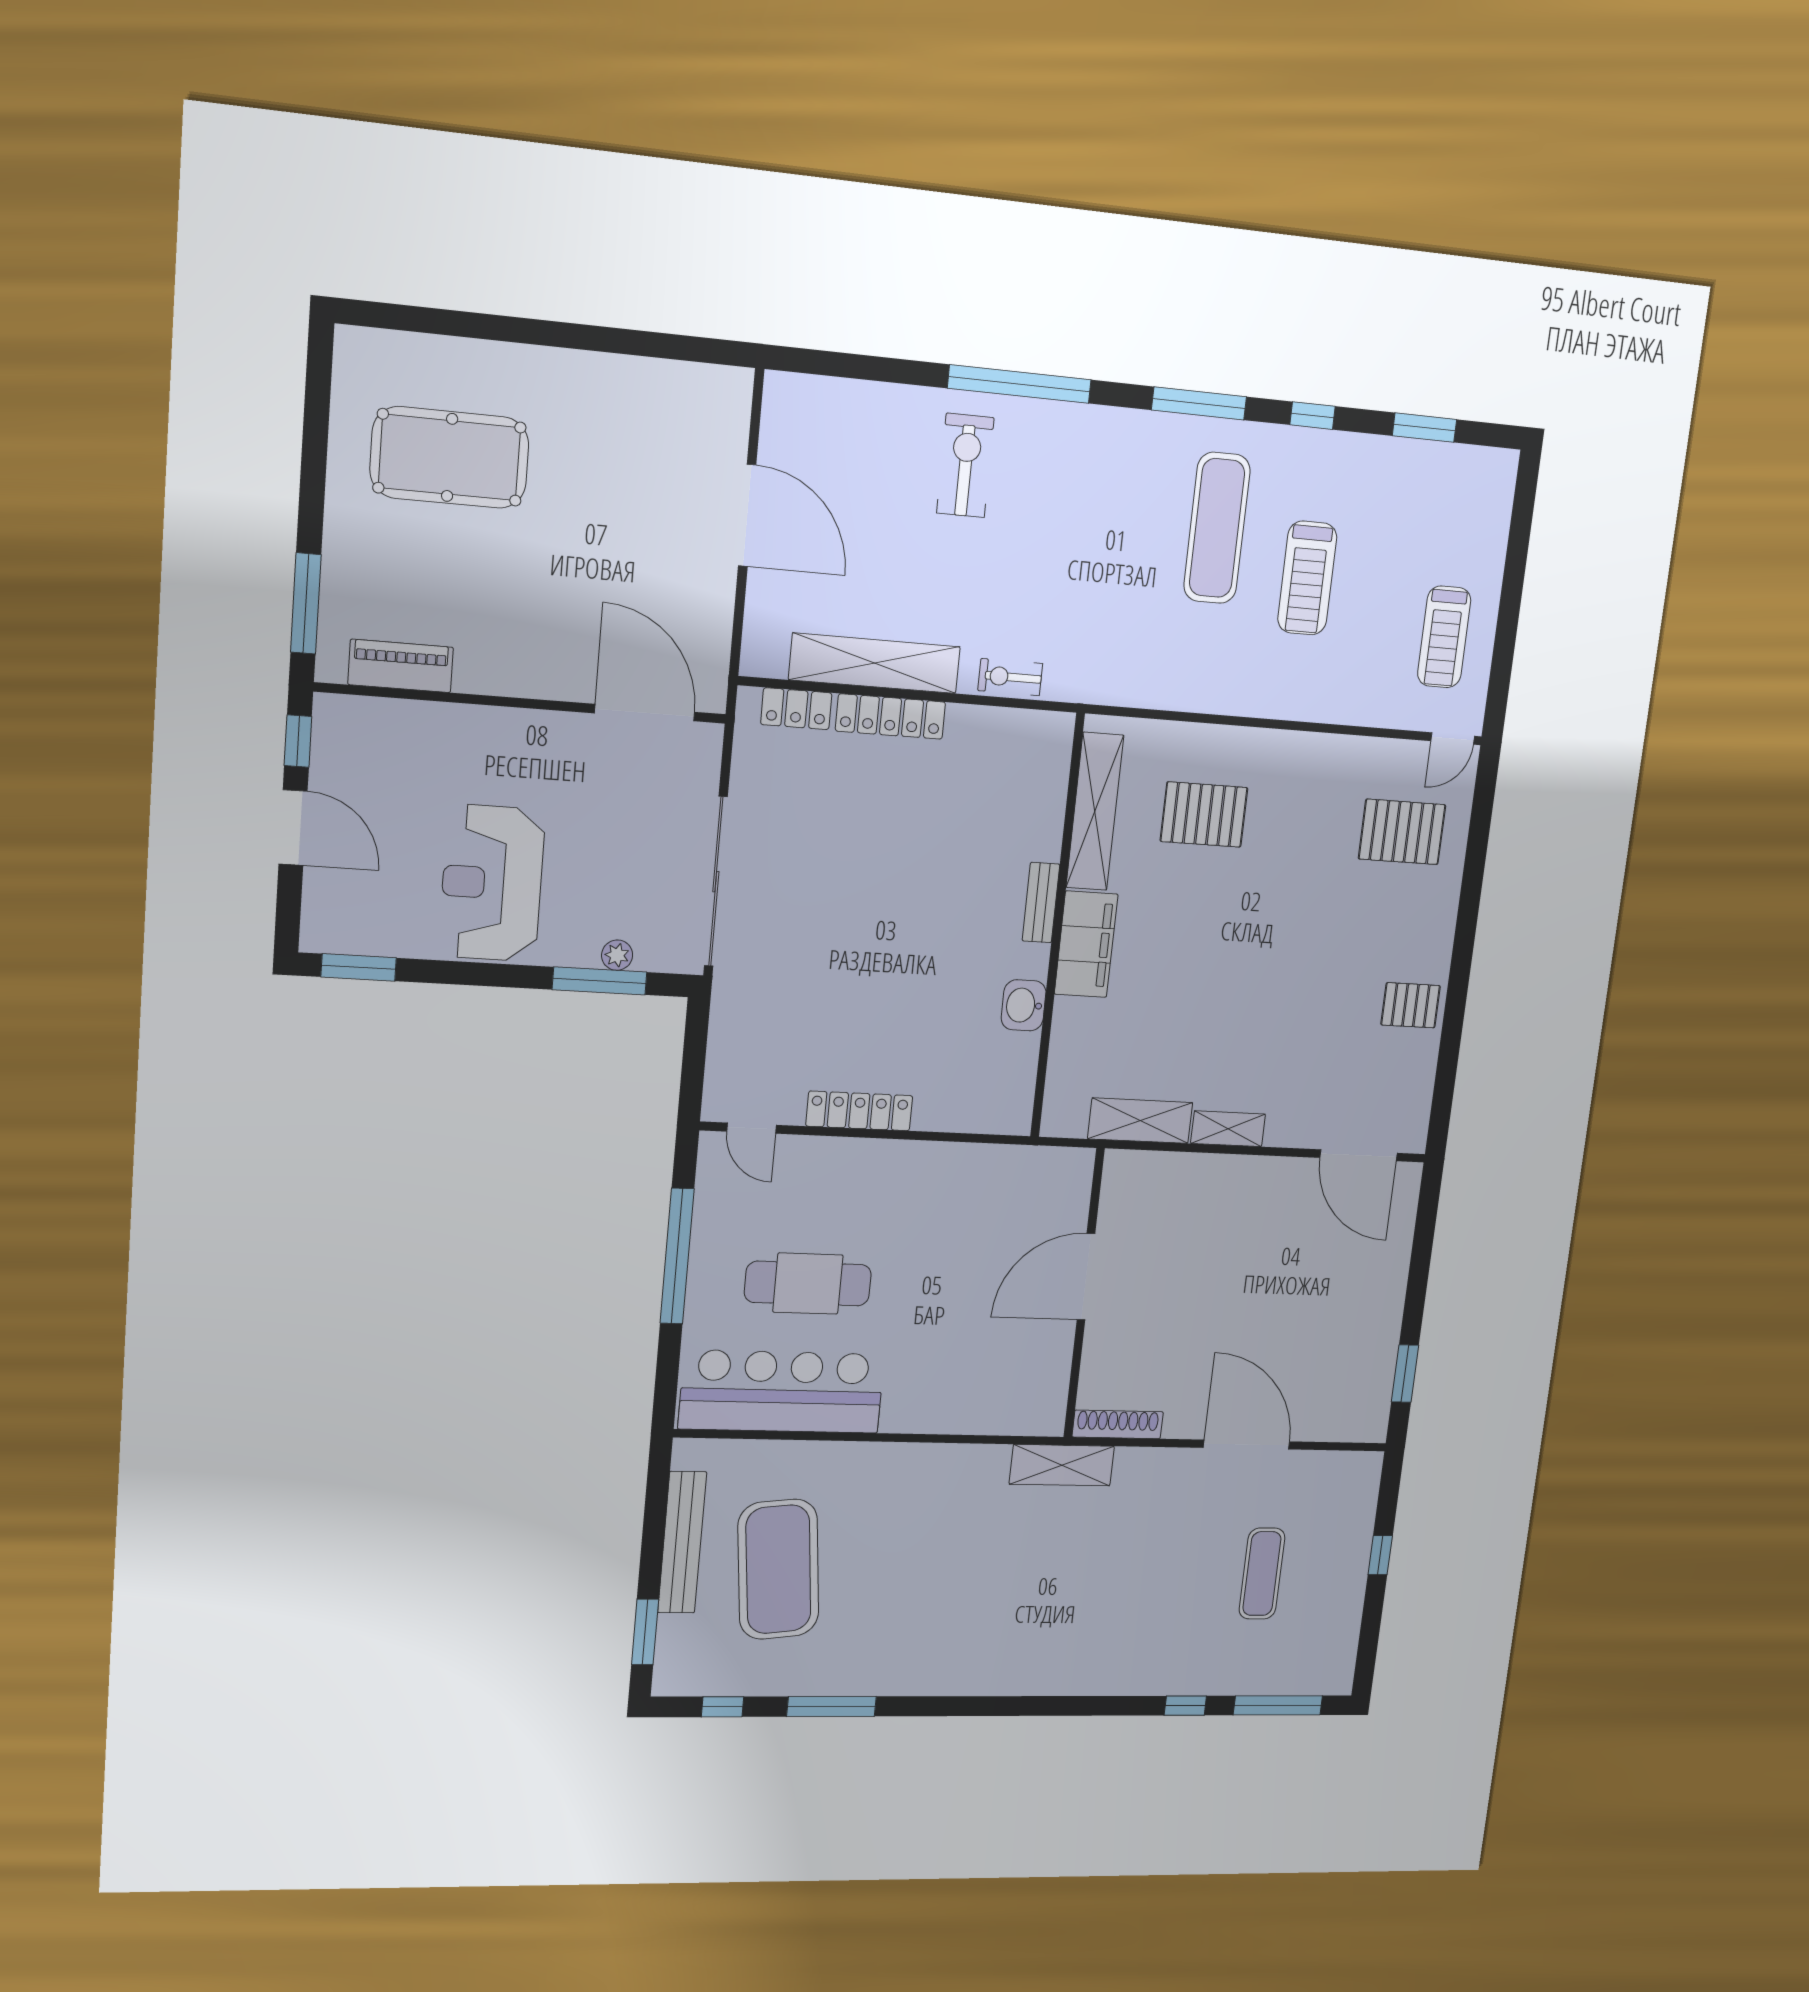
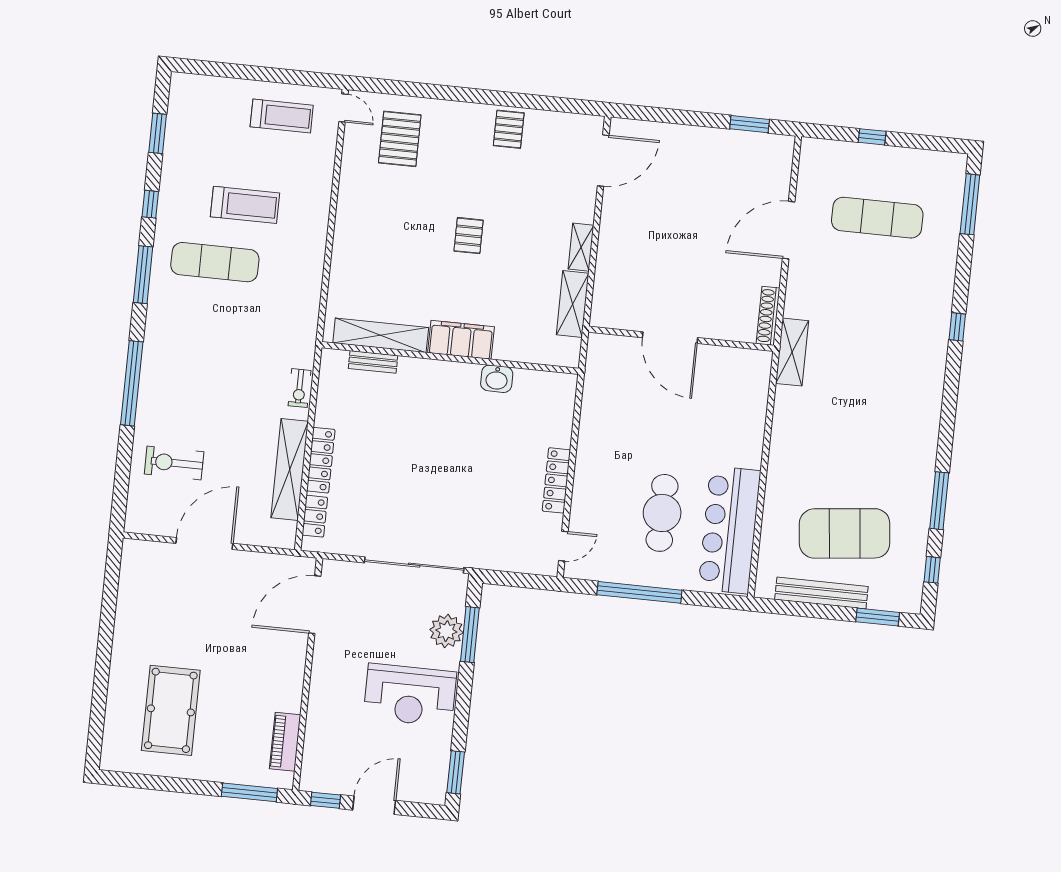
exercise bike: (965, 465) -> (174, 463), moved
pallet: (1204, 815) -> (469, 236), moved, width x0.67, depth x0.71
bench: (1041, 903) -> (373, 362), moved
plant: (617, 955) -> (446, 631), width x1.88, depth x1.88
exercise mat: (1262, 1574) -> (877, 218), width x1.36, depth x1.45
window: (1185, 1706) -> (957, 327), moved

